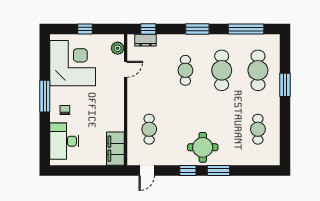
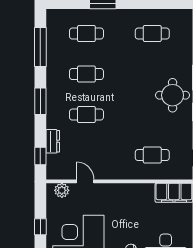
dresser: (145, 40) -> (53, 141), moved
cafe table: (222, 70) -> (86, 74), width x0.73, depth x0.74
cafe table: (258, 70) -> (86, 34), width x0.73, depth x0.74

